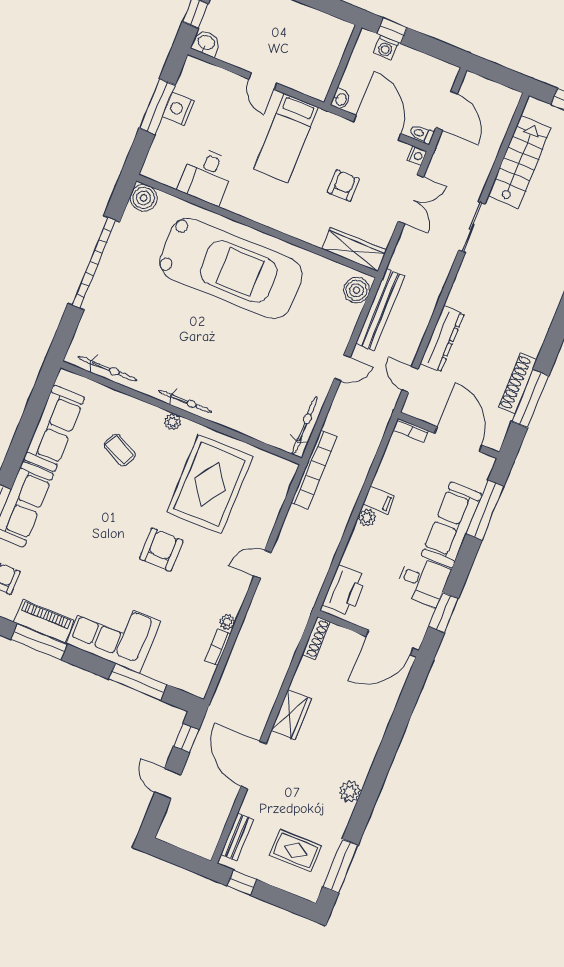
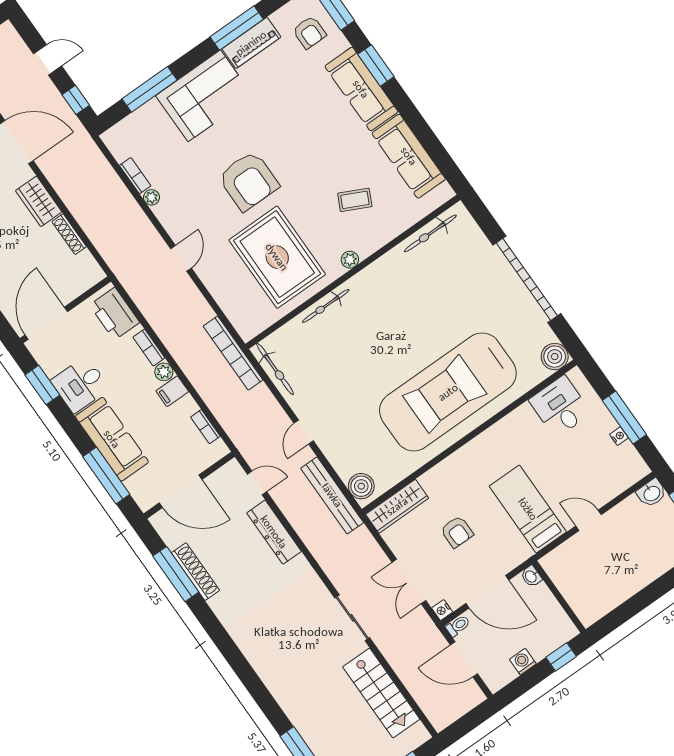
washing machine: (386, 48) -> (523, 662), moved
nightstand: (178, 109) -> (619, 436), width x0.53, depth x0.56
desk: (206, 176) -> (560, 407), moved
bicycle: (185, 401) -> (326, 306), moved
bookcase: (411, 430) -> (205, 427), moved, turned -90
bookcase: (355, 543) -> (149, 348), added
armchair: (161, 549) -> (248, 181), width x1.36, depth x1.36
shoe rack: (316, 638) -> (69, 234), moved

